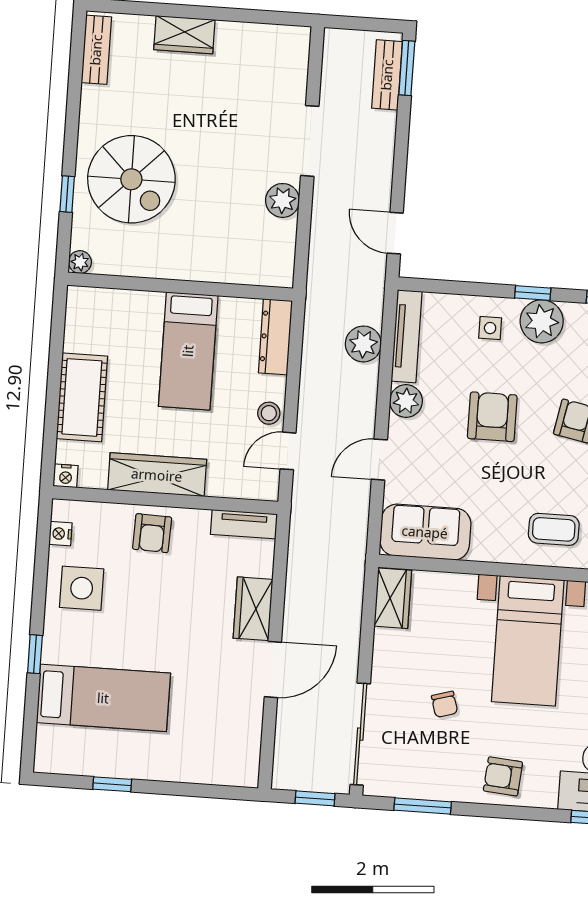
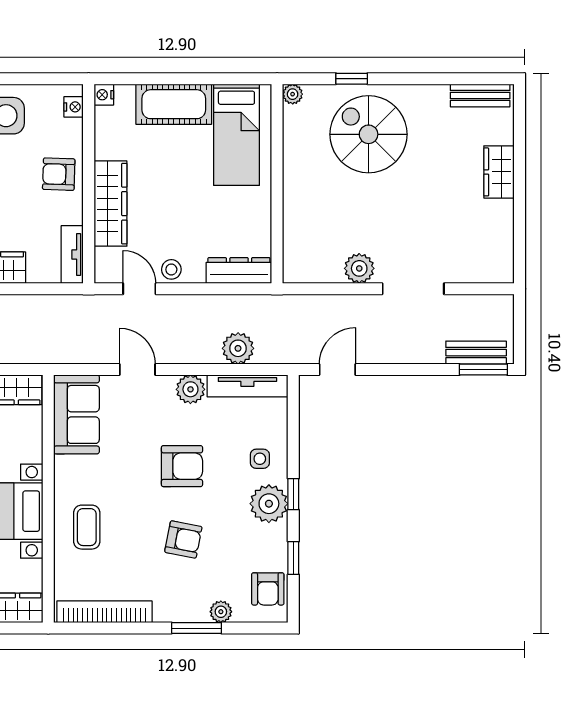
spiral stairs: (131, 179) -> (369, 134), turned 90
bed: (188, 351) -> (236, 135), moved, turned -90
wardrobe: (157, 475) -> (110, 204), moved
nightstand: (60, 534) -> (74, 107), moved, turned 90

